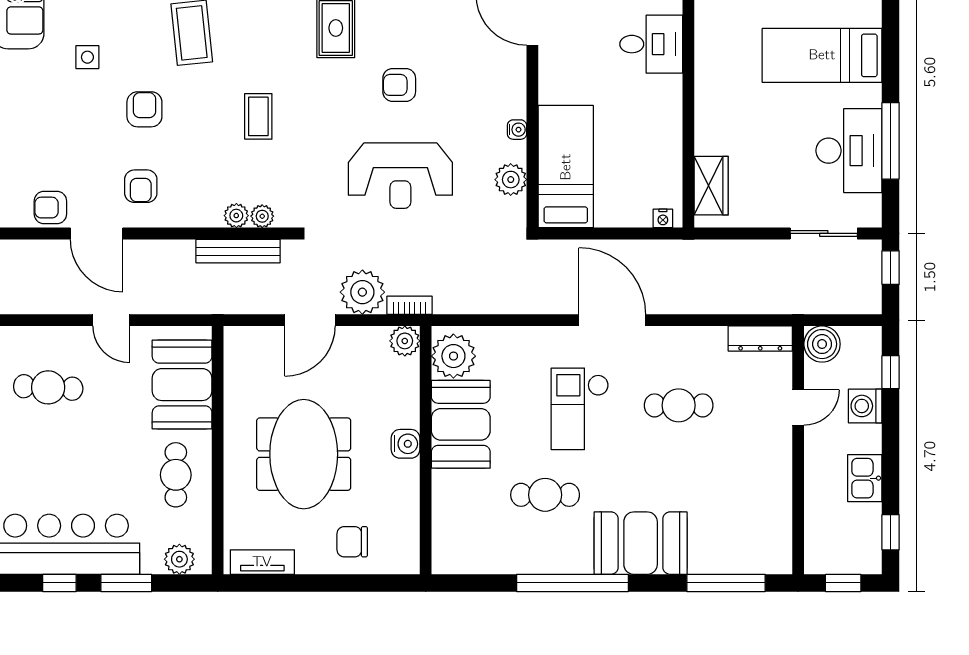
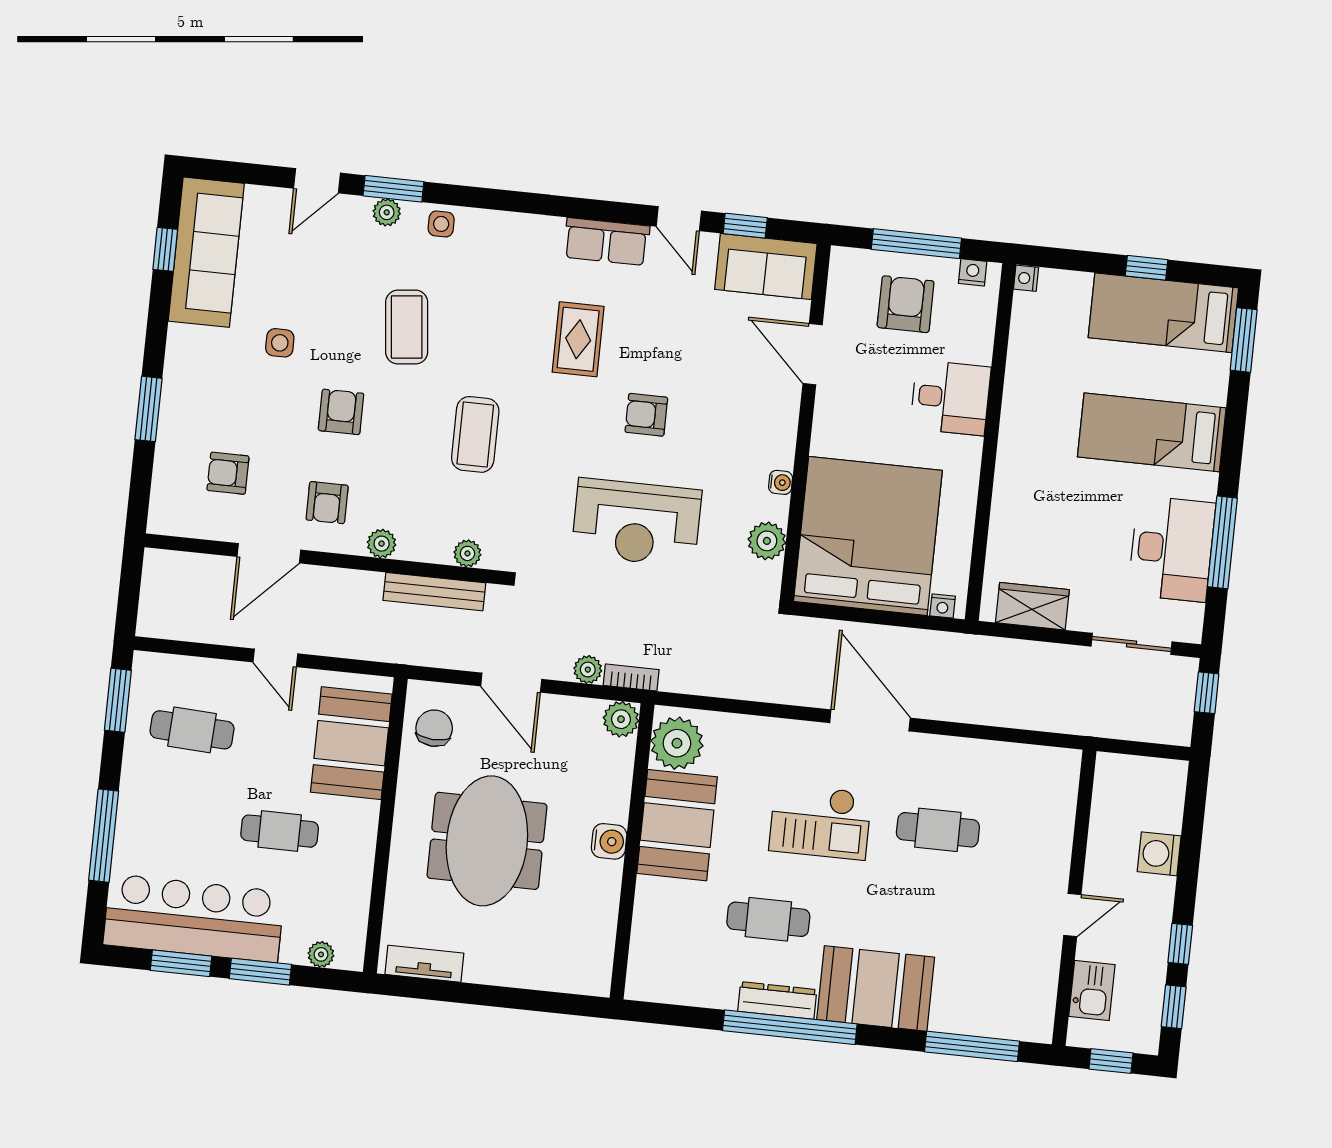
coffee table: (258, 116) -> (475, 434), width x1.36, depth x1.30
bed: (566, 167) -> (868, 536), width x2.04
wardrobe: (711, 186) -> (1032, 606), moved, turned -90
armchair: (50, 208) -> (228, 473), moved
plant: (236, 216) -> (382, 544), moved
door: (97, 233) -> (269, 553), hinge flipped
plant: (362, 292) -> (588, 670), width x0.53, depth x0.53
door: (310, 320) -> (511, 683), hinge flipped
dresser: (760, 338) -> (777, 1000), moved, turned 180
boiler: (822, 344) -> (1116, 775), removed
window: (891, 372) -> (1180, 944), moved
door: (798, 407) -> (1072, 915), moved
checkout: (580, 409) -> (820, 822), turned -90
cafe table: (176, 475) -> (280, 831), moved, turned 90
kitchen sink: (865, 478) -> (1092, 991), moved, turned 180
chair: (352, 542) -> (434, 728), moved, turned 93
plant: (179, 559) -> (321, 954), width x0.73, depth x0.73
window: (59, 583) -> (181, 963), width x1.50

